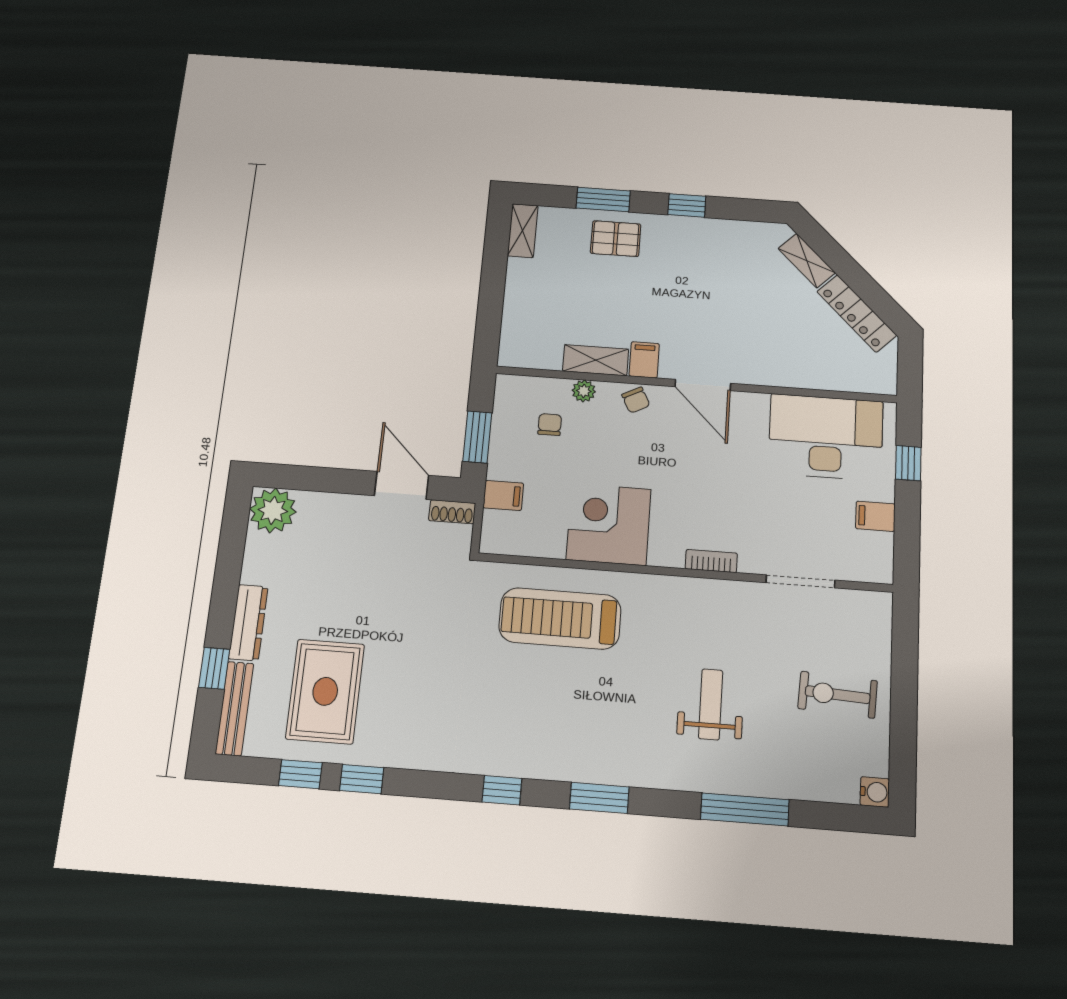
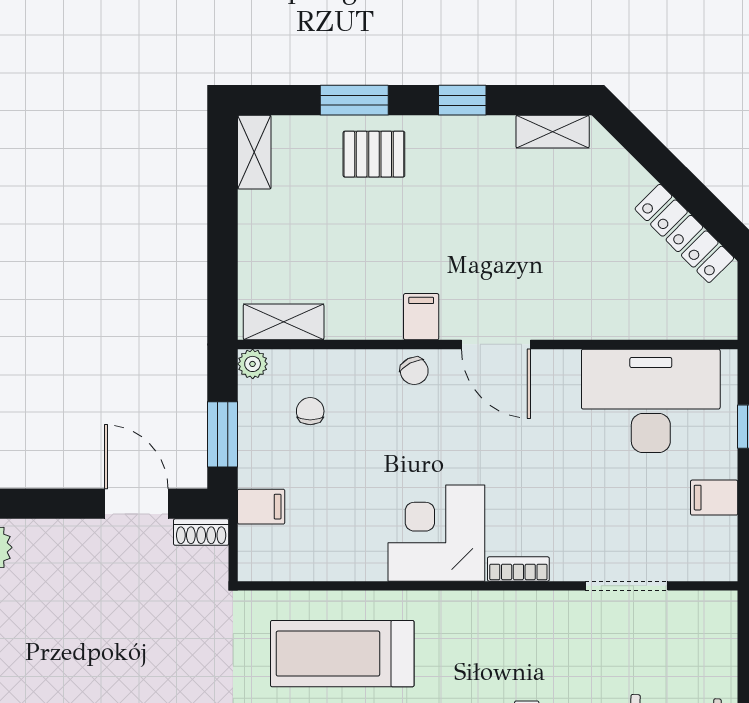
shelving: (807, 261) -> (553, 132), moved, turned -45
shelving: (596, 360) -> (284, 322), moved
plant: (584, 391) -> (253, 364), moved
corner desk: (609, 524) -> (436, 533), moved

